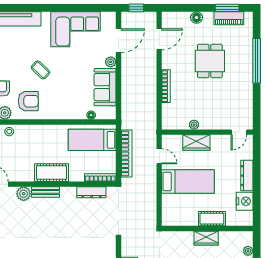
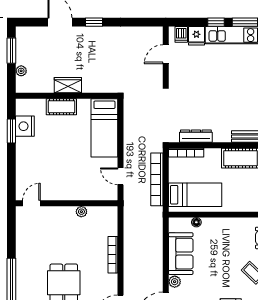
wardrobe: (196, 142) -> (79, 192), removed
dresser: (247, 176) -> (22, 155), removed
bed: (188, 182) -> (104, 128), moved, turned -90
window: (257, 197) -> (11, 131), added

